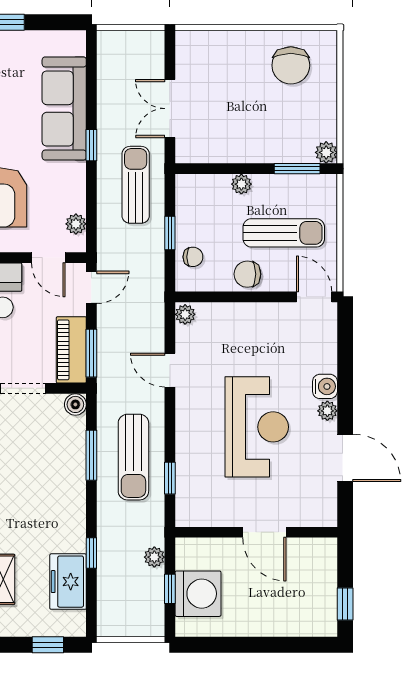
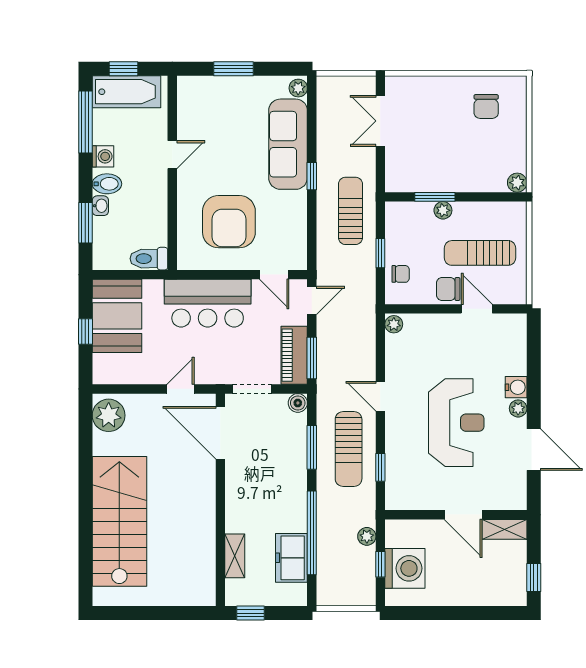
chair: (291, 65) -> (486, 106), width x0.73, depth x0.73
double door: (170, 109) -> (380, 121), moved
window: (297, 169) -> (435, 197), moved
plant: (76, 224) -> (298, 88), moved
sun lounger: (284, 233) -> (480, 253), turned 180
door: (314, 297) -> (477, 309), moved
door: (170, 370) -> (380, 396), moved
shelving: (312, 549) -> (504, 529), added
window: (91, 553) -> (312, 533), width x3.17
window: (48, 645) -> (251, 613), moved

